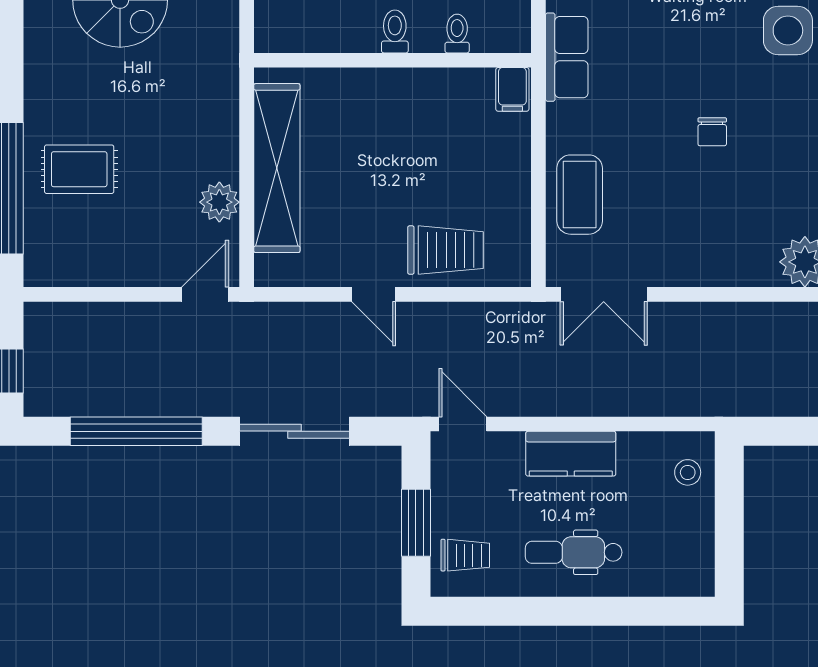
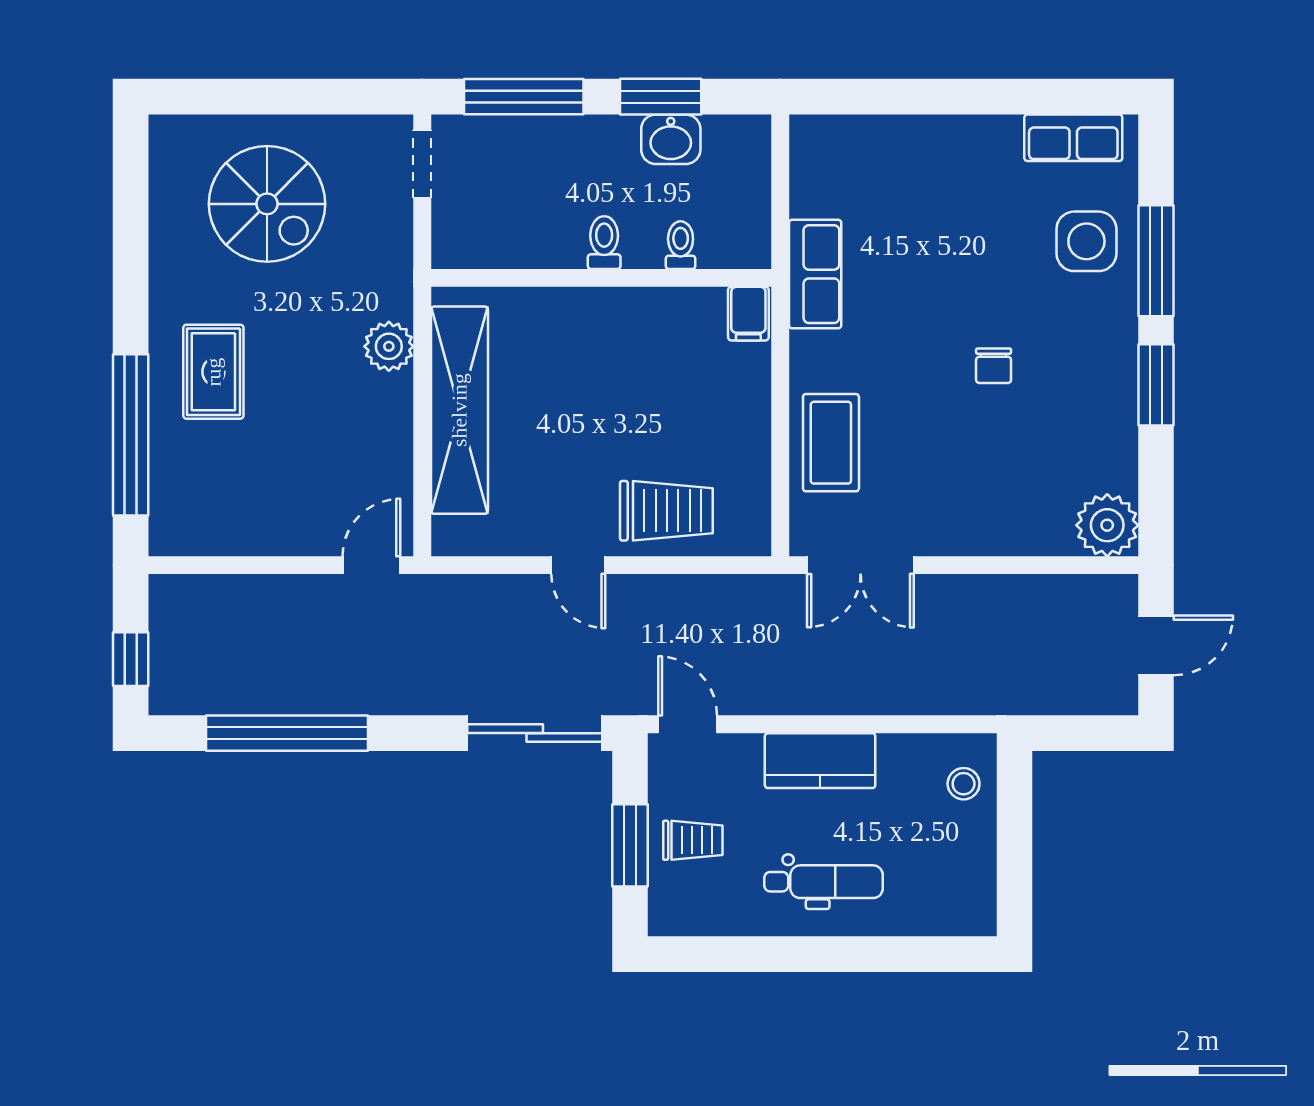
rug: (79, 169) -> (213, 372), moved, turned 90
plant: (219, 202) -> (389, 346), moved
sliding door: (295, 431) -> (535, 733), moved
dental chair: (574, 552) -> (824, 882), turned 180
trolley: (465, 555) -> (693, 840), moved

